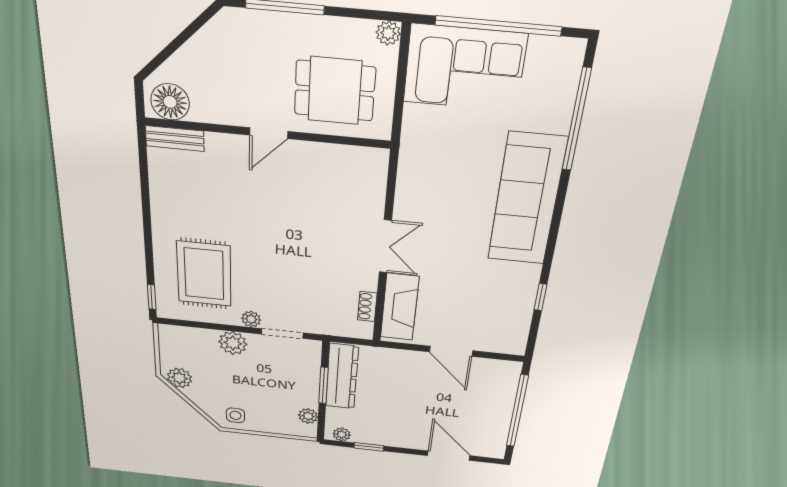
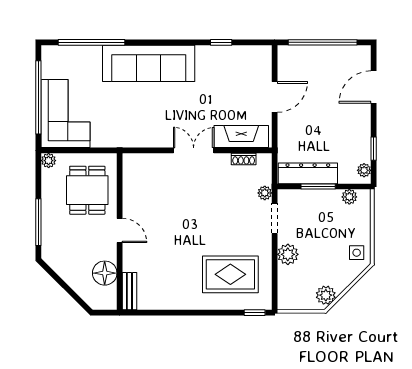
floor lamp: (170, 102) -> (105, 273), moved
plant: (251, 319) -> (265, 193), moved

